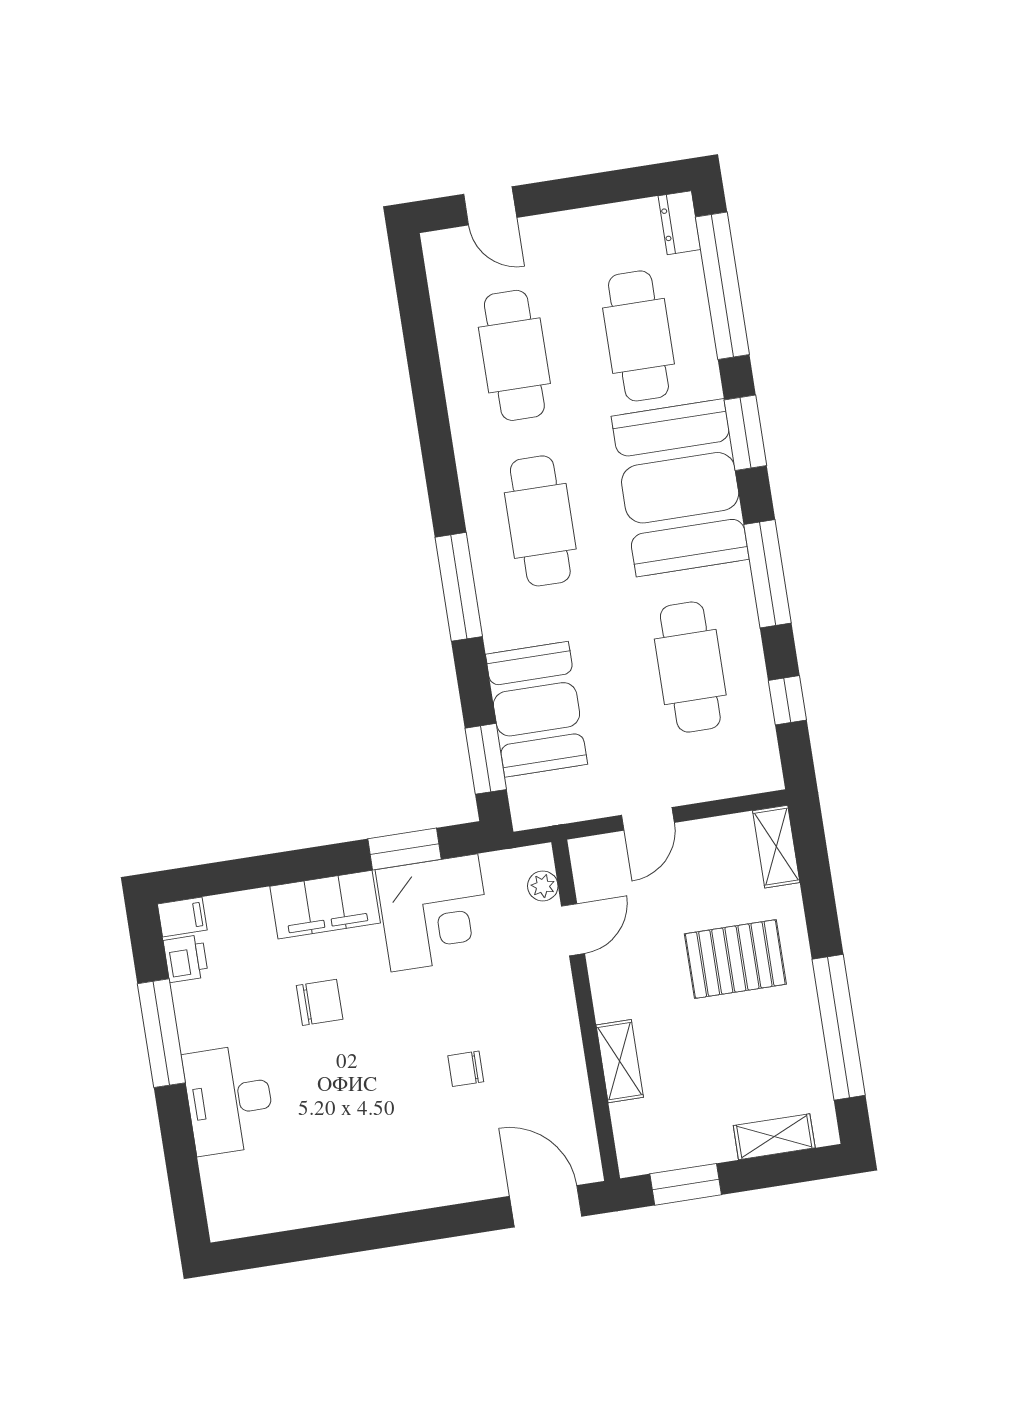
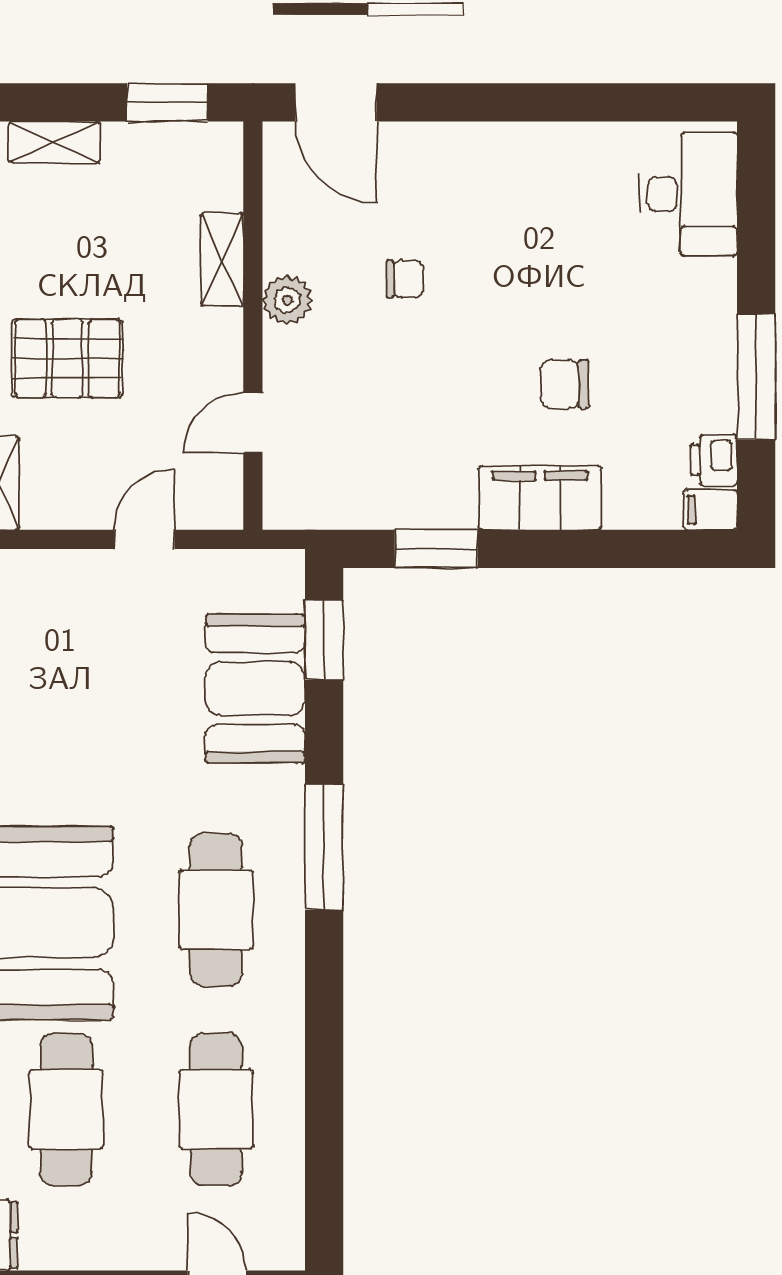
cafe table: (690, 667) -> (66, 710), removed
plant: (543, 886) -> (287, 300), moved, width x1.38, depth x1.38
corner desk: (434, 913) -> (413, 468), removed
desk: (229, 1100) -> (689, 194), moved

